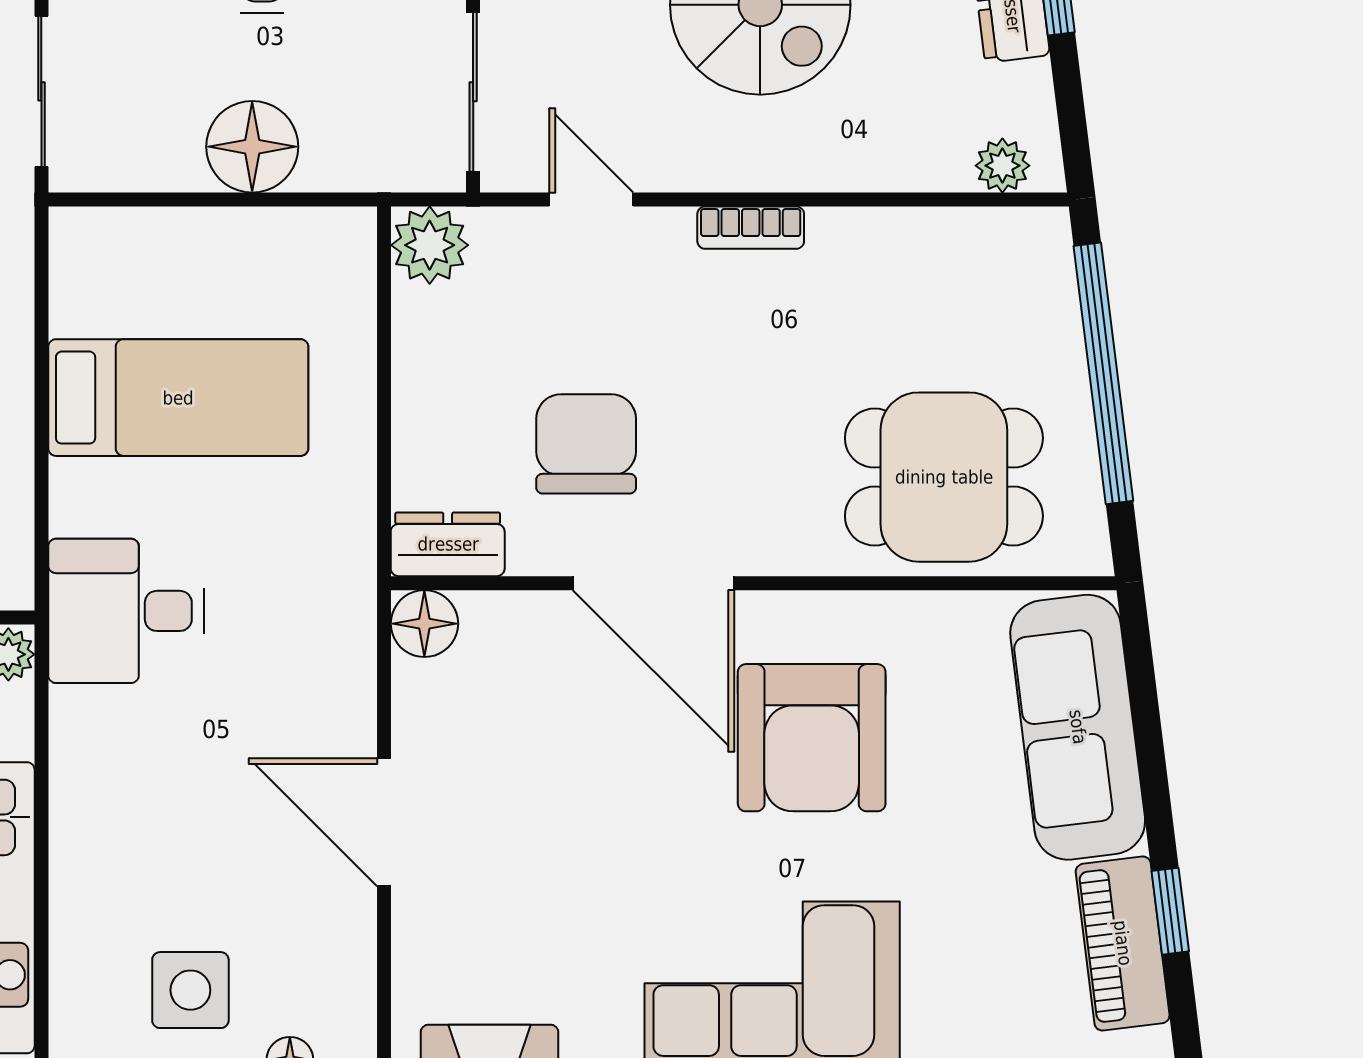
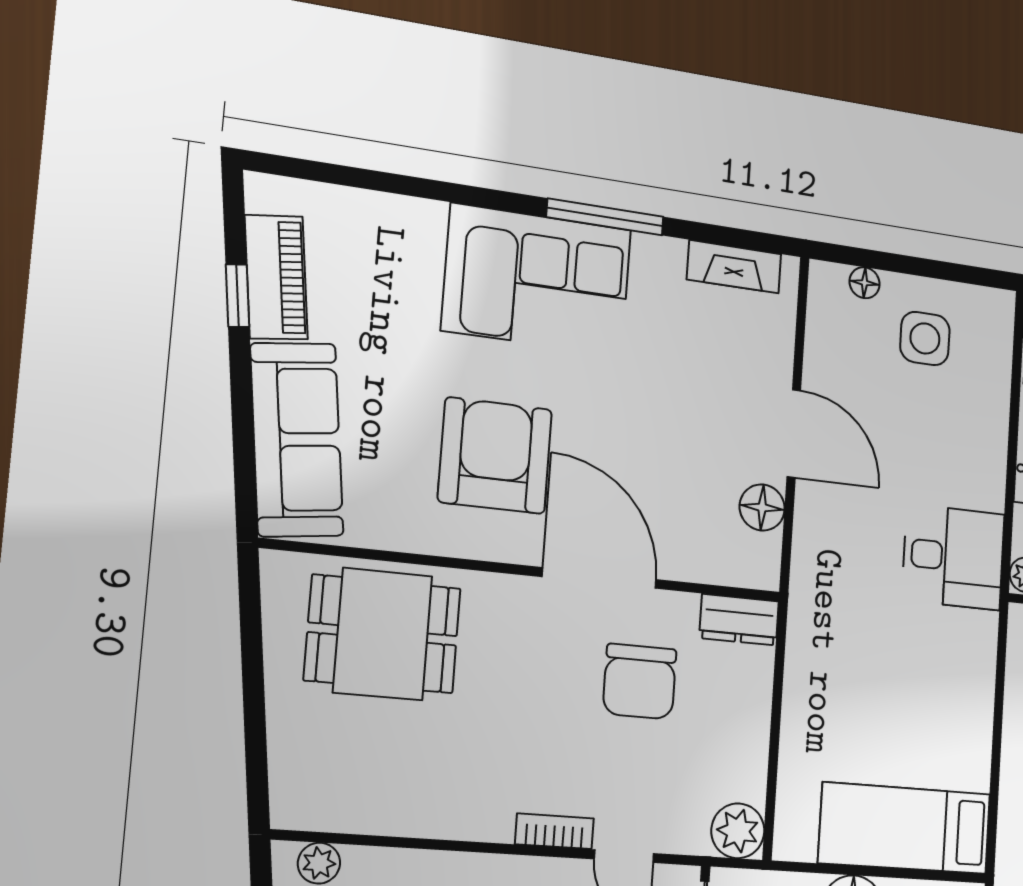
bookcase: (751, 228) -> (554, 831), moved
window: (1103, 373) -> (254, 701), removed
bed: (178, 398) -> (905, 828), moved
desk: (126, 611) -> (953, 557), moved
floor lamp: (424, 624) -> (762, 507), moved

